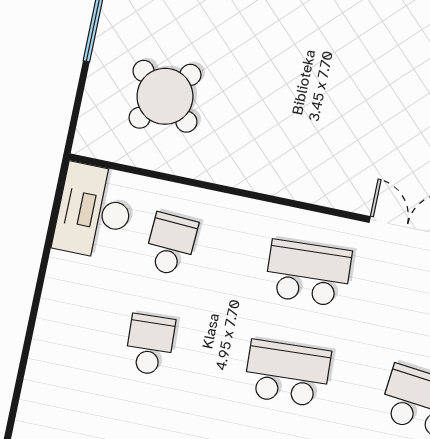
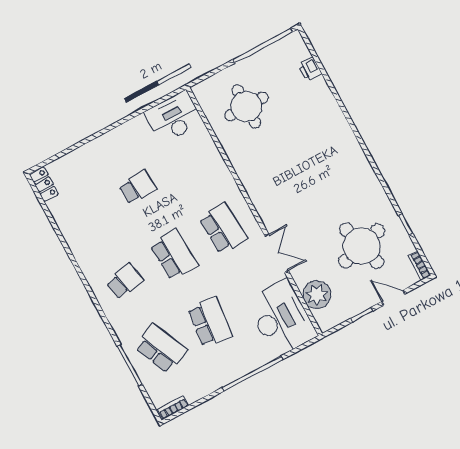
round table: (165, 96) -> (246, 107), turned -38
school desk: (171, 244) -> (187, 161), removed

